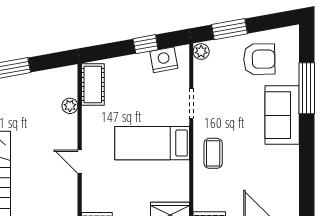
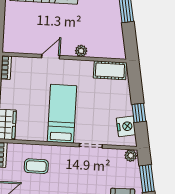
plant: (70, 106) -> (81, 51), moved
coffee table: (213, 153) -> (36, 166), moved

